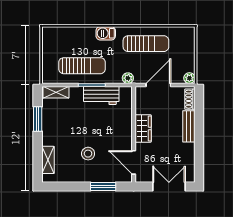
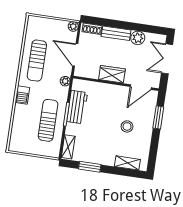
sun lounger: (146, 44) -> (37, 61), turned 180
plant: (187, 151) -> (138, 38), added

